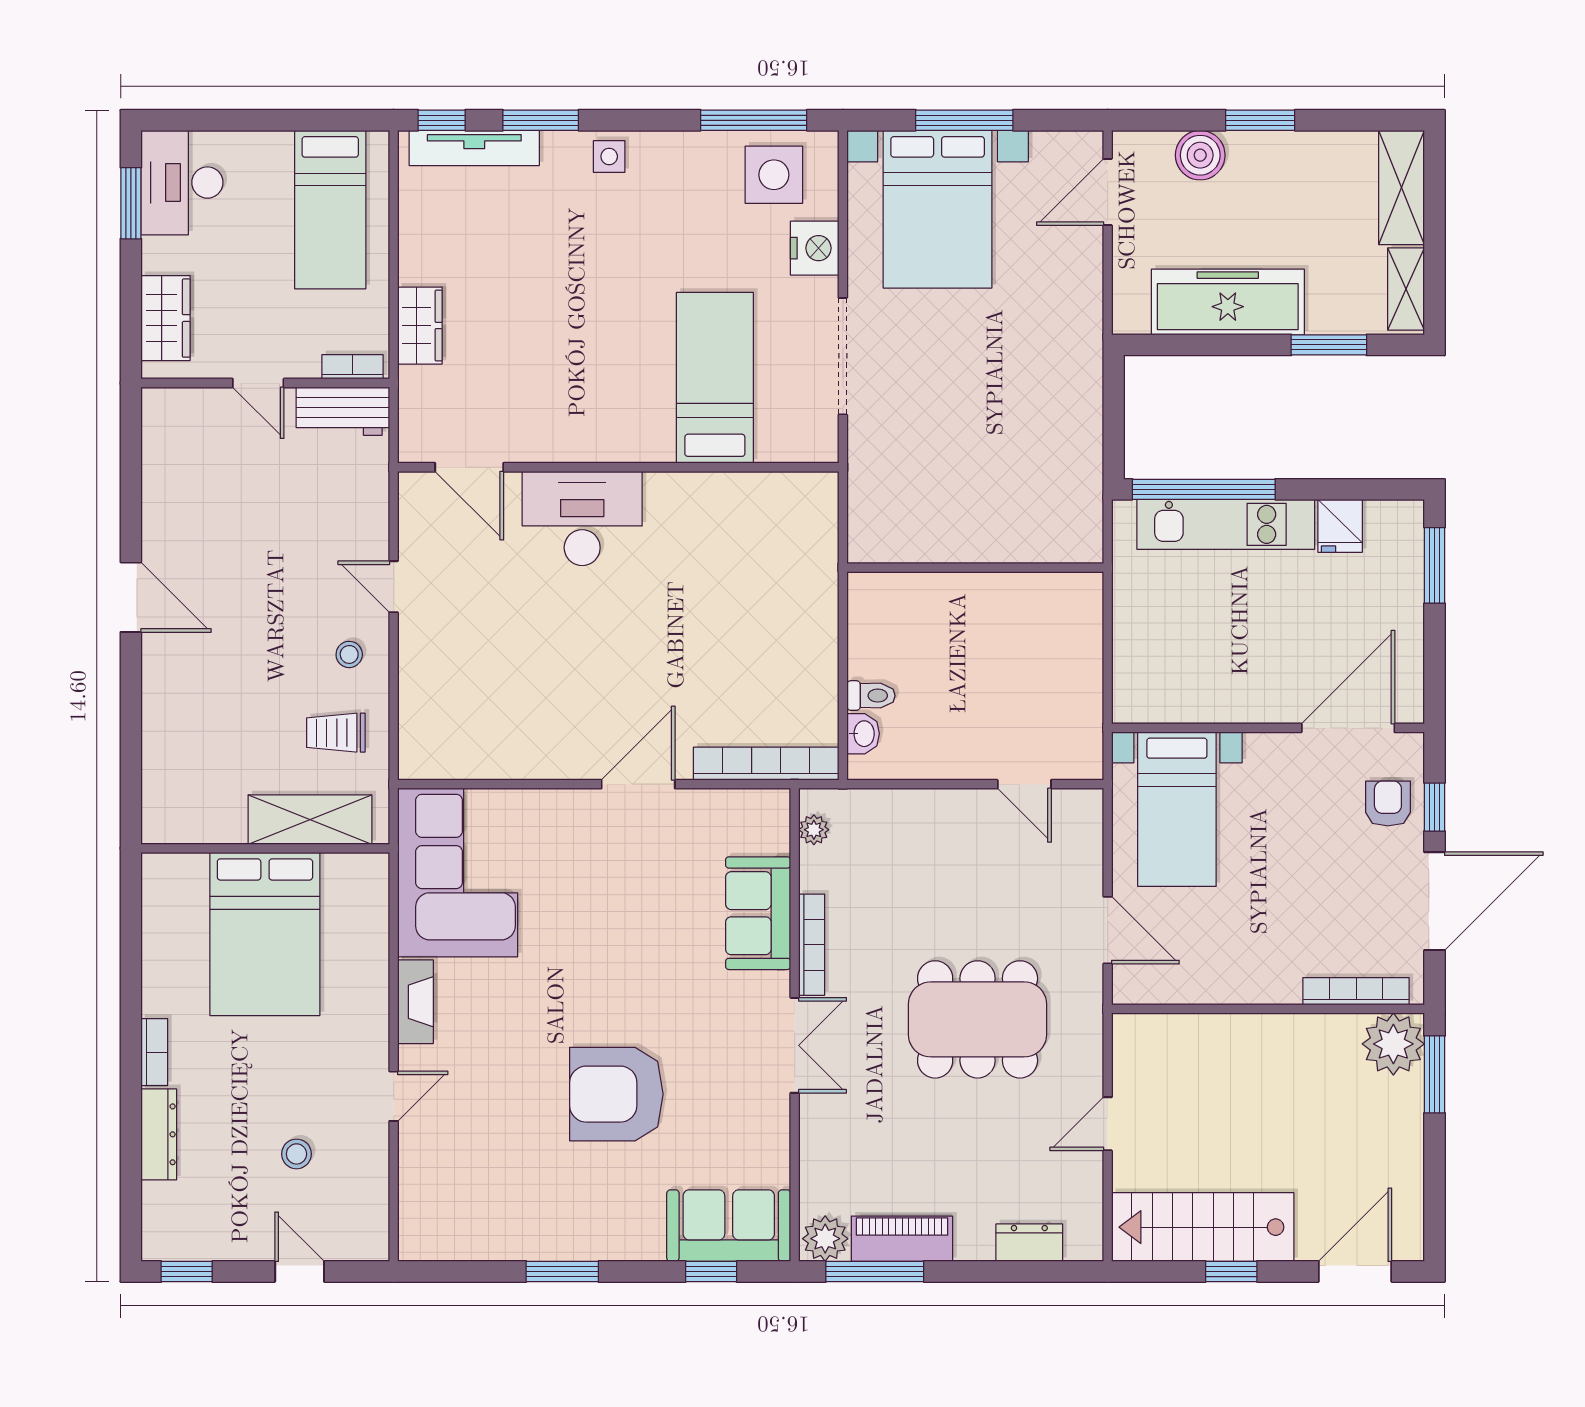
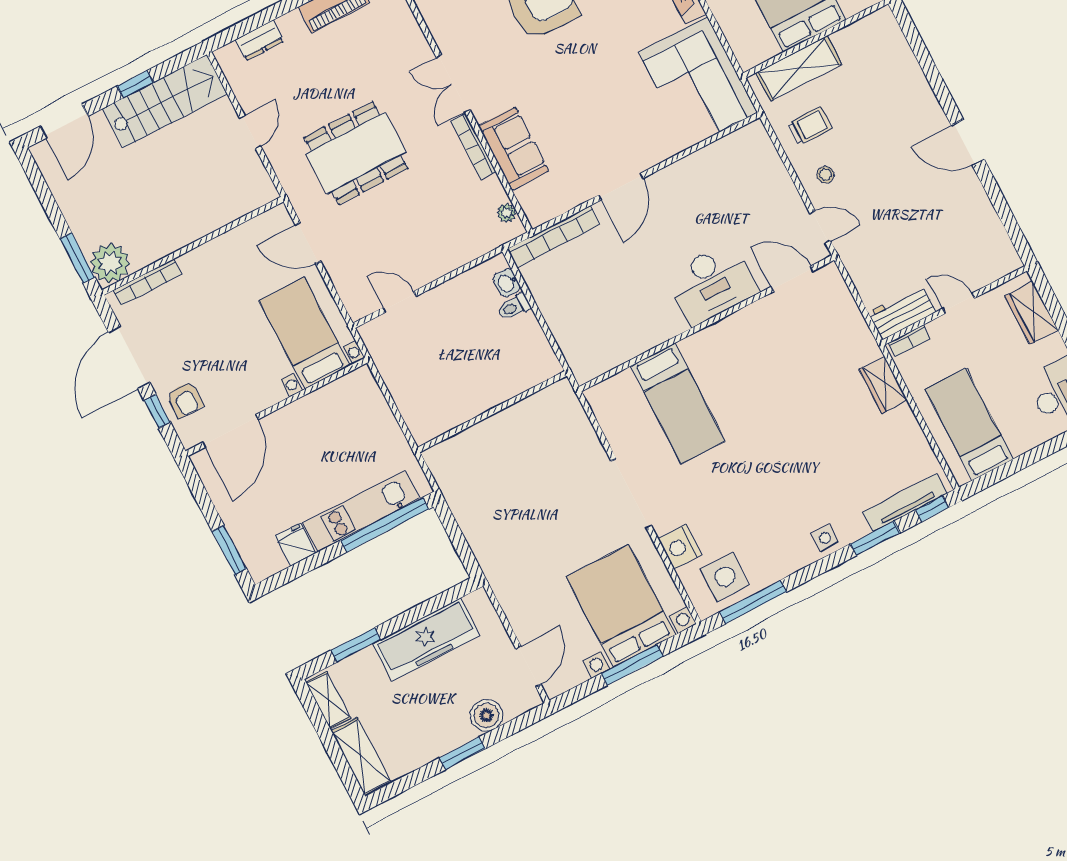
bed: (715, 378) -> (678, 404), moved
door: (469, 467) -> (792, 279), moved
wall: (618, 467) -> (707, 323), moved
desk: (582, 518) -> (712, 283), moved

